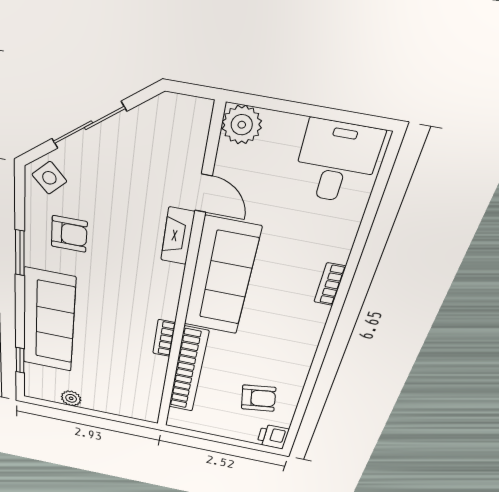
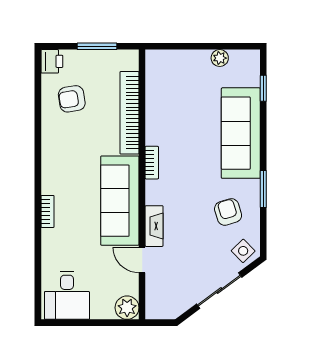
armchair: (69, 234) -> (228, 212), turned 73
bookcase: (164, 338) -> (152, 163), moved
window: (215, 438) -> (97, 46), added

